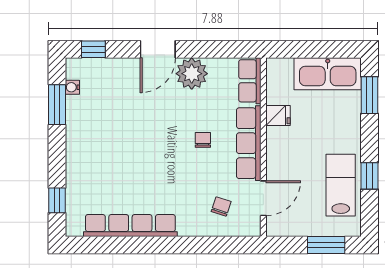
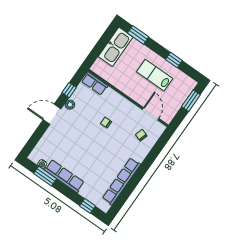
window: (93, 49) -> (69, 90), moved
door: (158, 49) -> (52, 114), swing flipped
plant: (192, 74) -> (70, 105), width x0.53, depth x0.53
fridge: (278, 115) -> (119, 82), removed
row of seats: (249, 143) -> (64, 176), moved, turned 180
lab bench: (341, 185) -> (155, 75), moved

